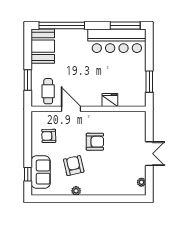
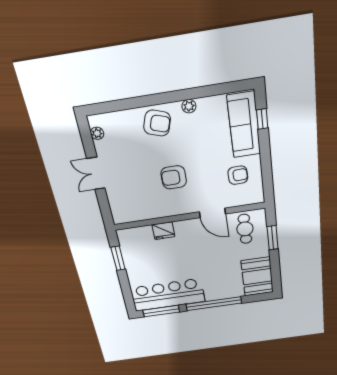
window: (62, 26) -> (214, 304), moved
armchair: (74, 166) -> (157, 123), moved, turned -59
sofa: (41, 172) -> (244, 125), width x1.36

